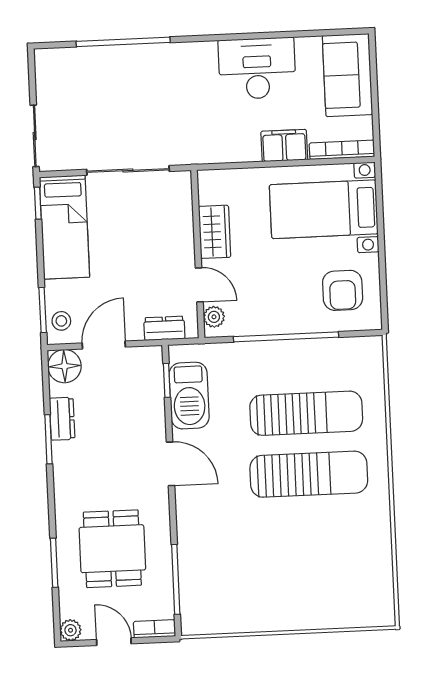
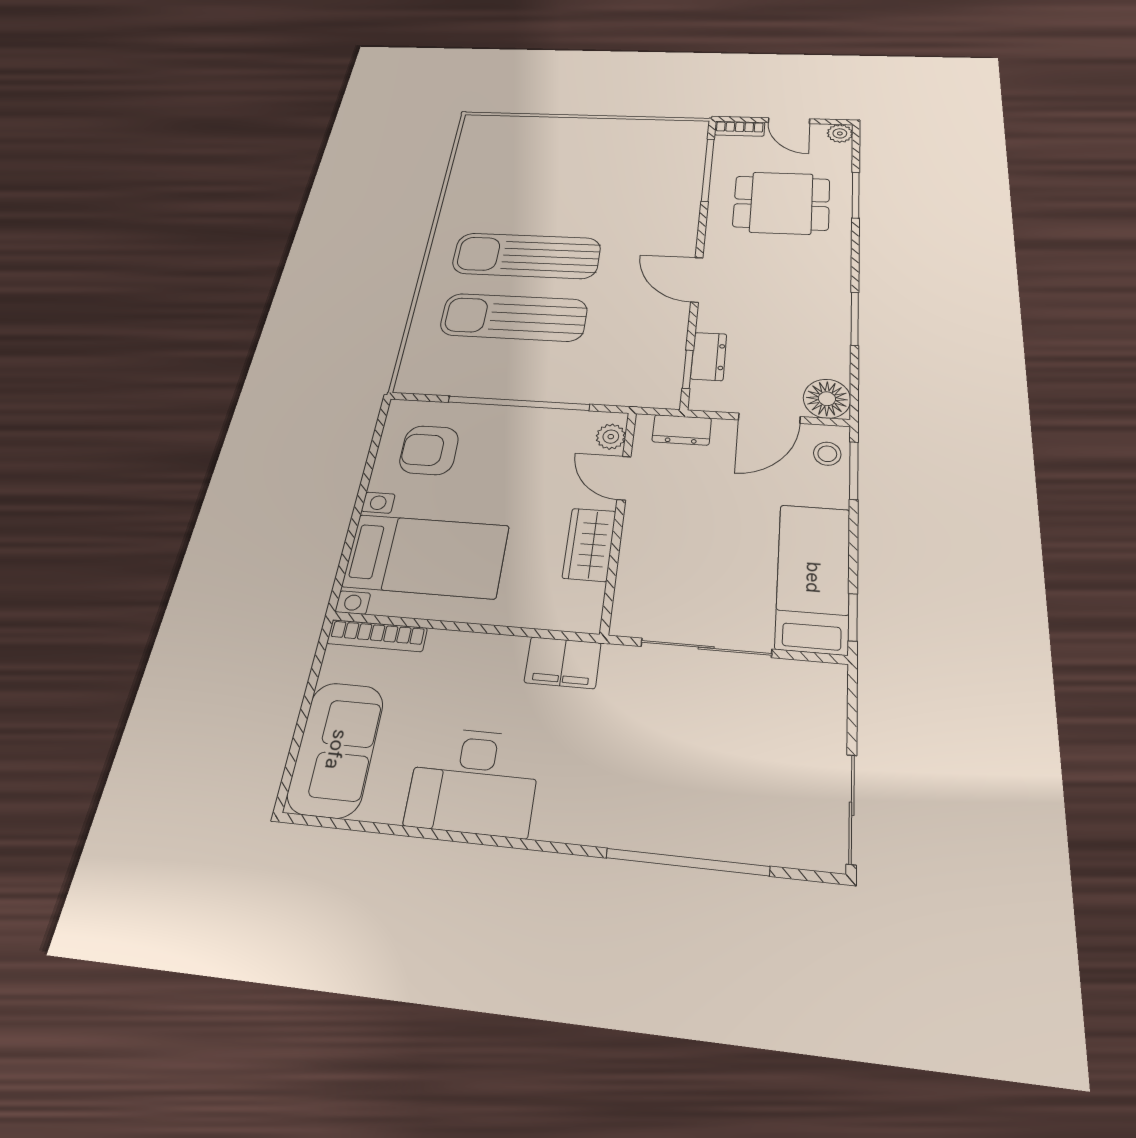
sliding door: (35, 136) -> (852, 809), moved
filing cabinet: (284, 145) -> (563, 663), moved
armchair: (343, 290) -> (429, 450), turned -90
barbecue: (189, 396) -> (661, 350), removed
dresser: (62, 419) -> (709, 356), moved, turned 180
dining table: (112, 549) -> (781, 203), turned 90

